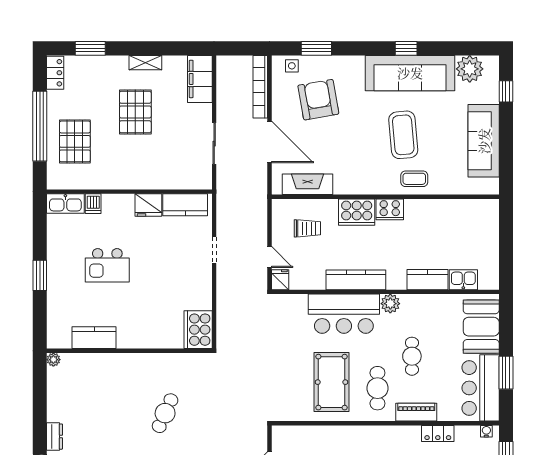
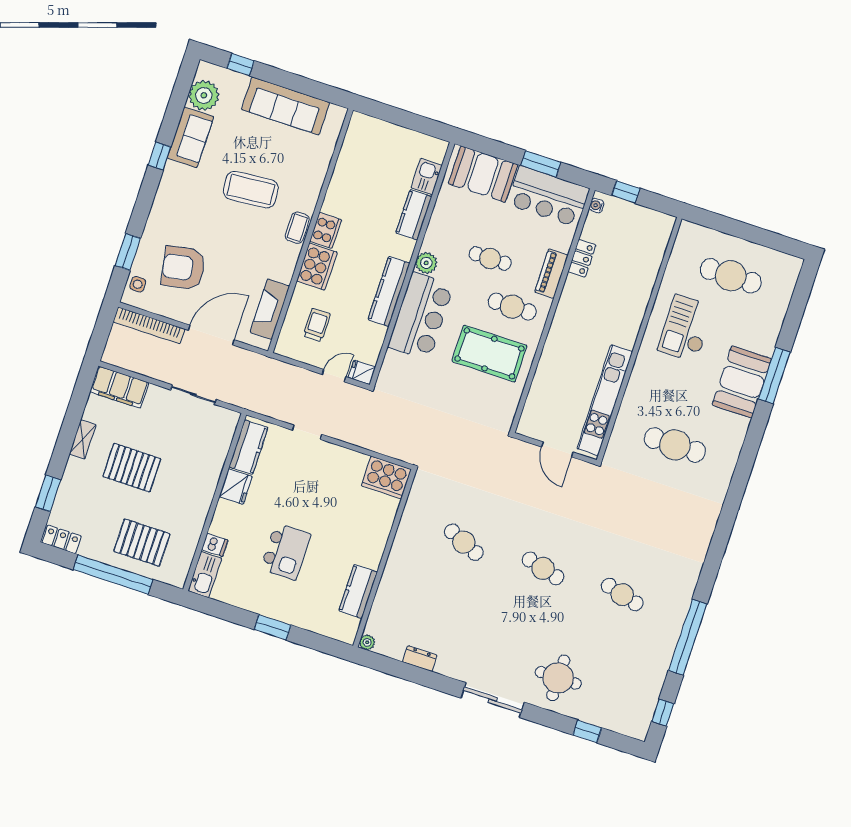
sofa: (410, 73) -> (190, 137), width x0.54, depth x0.79
coffee table: (414, 179) -> (297, 228), moved
dresser: (54, 437) -> (420, 659), moved

